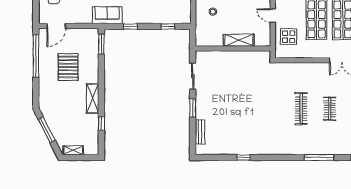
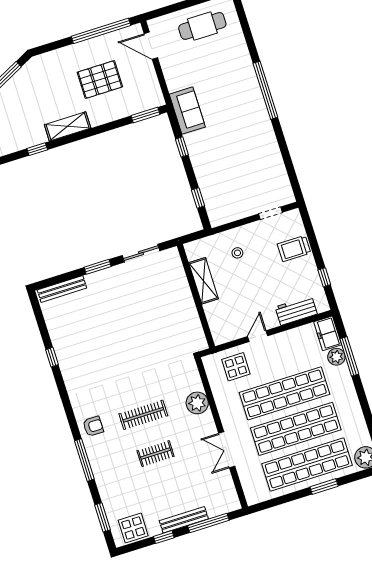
shelving: (239, 40) -> (204, 281), moved
plant: (305, 70) -> (197, 403), added
bench: (200, 132) -> (62, 289), width x1.36
armchair: (298, 145) -> (93, 426), added

